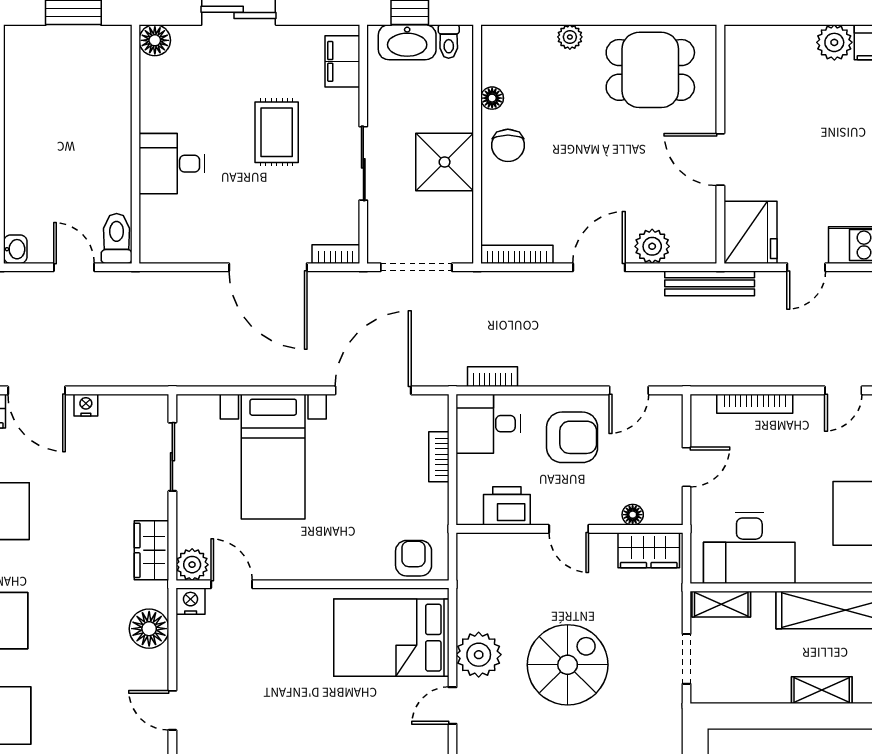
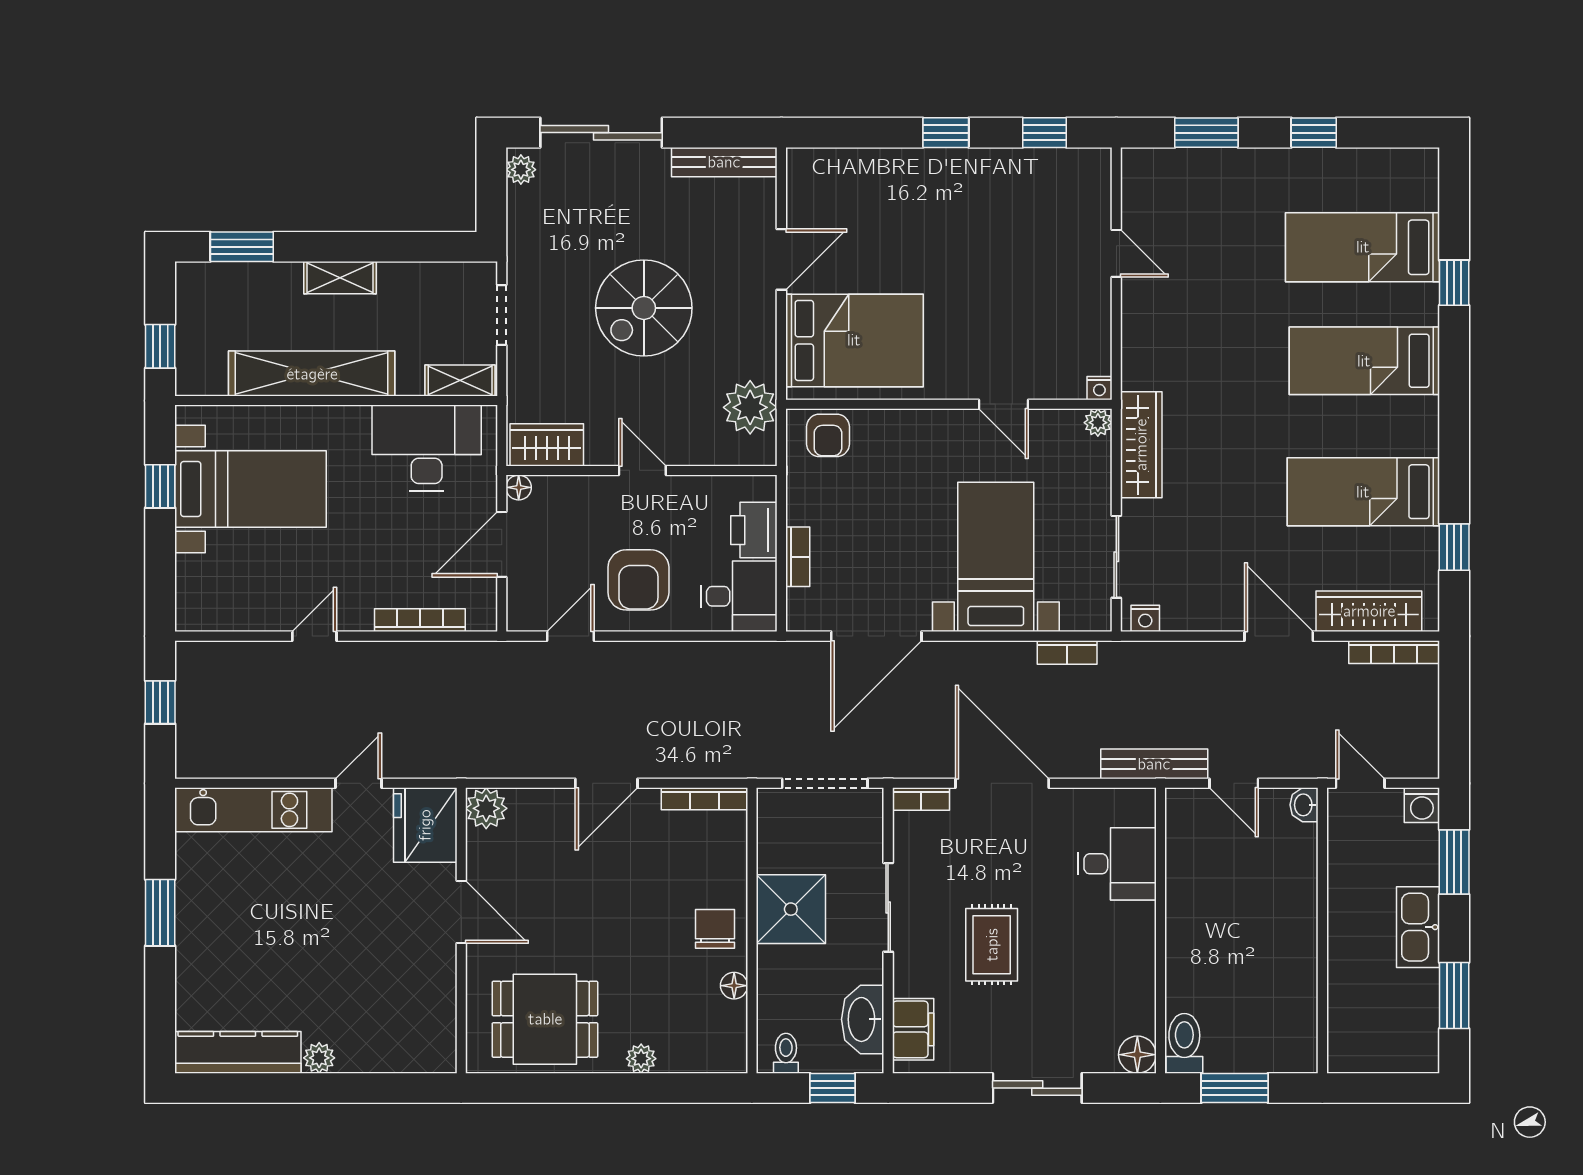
washbasin: (407, 42) -> (863, 1019), moved, turned -90
plant: (834, 42) -> (319, 1058), width x0.73, depth x0.73
desk: (172, 164) -> (1117, 864), moved
toilet: (117, 238) -> (1184, 1043), moved, turned 180
plant: (652, 246) -> (486, 808), moved
bench: (710, 283) -> (1154, 764), moved
bookcase: (493, 377) -> (1067, 652), moved
nightstand: (86, 405) -> (1145, 618), moved
armchair: (572, 437) -> (638, 580), turned -90
door: (686, 467) -> (502, 544), width x1.37
printer: (507, 506) -> (754, 530), moved, turned 90
floor lamp: (633, 515) -> (519, 487), moved
wardrobe: (152, 550) -> (1141, 445), width x1.50
plant: (192, 565) -> (1098, 423), width x0.73, depth x0.73
door: (232, 584) -> (1003, 404), moved
nightstand: (191, 601) -> (1099, 388), width x0.72, depth x0.74
floor lamp: (149, 629) -> (1144, 351), removed
plant: (479, 655) -> (750, 407), moved
door: (453, 706) -> (781, 259), width x1.38

